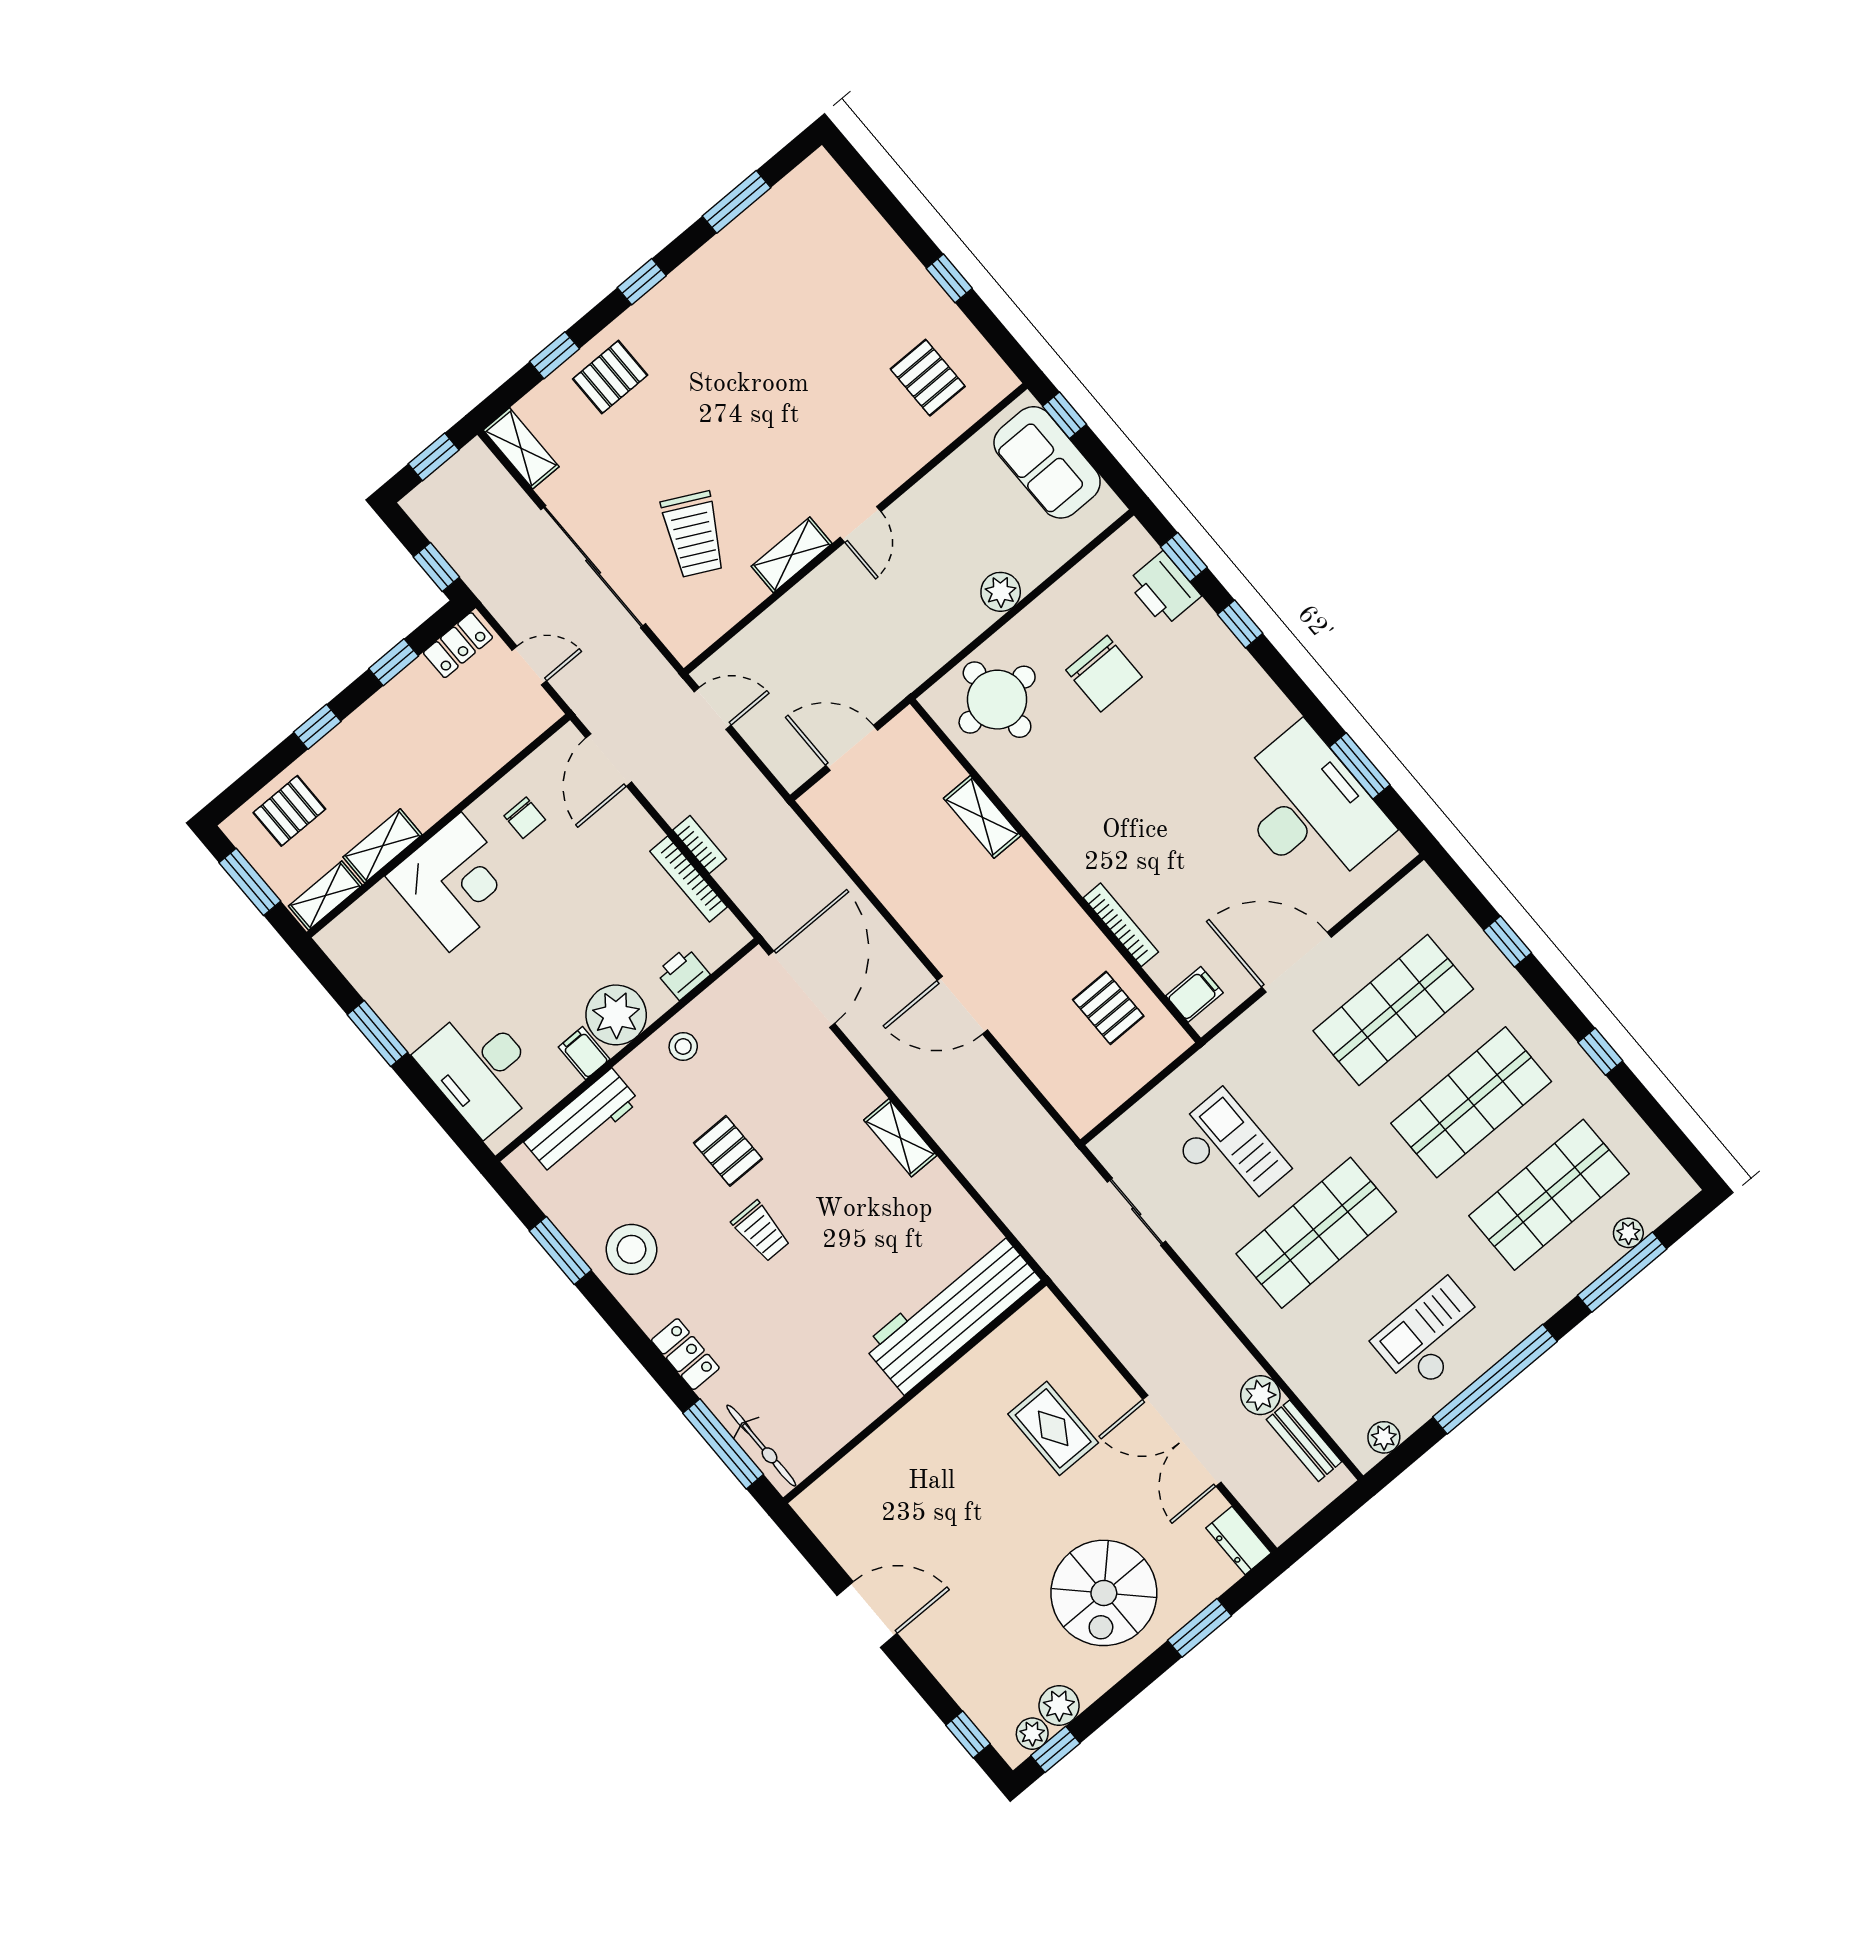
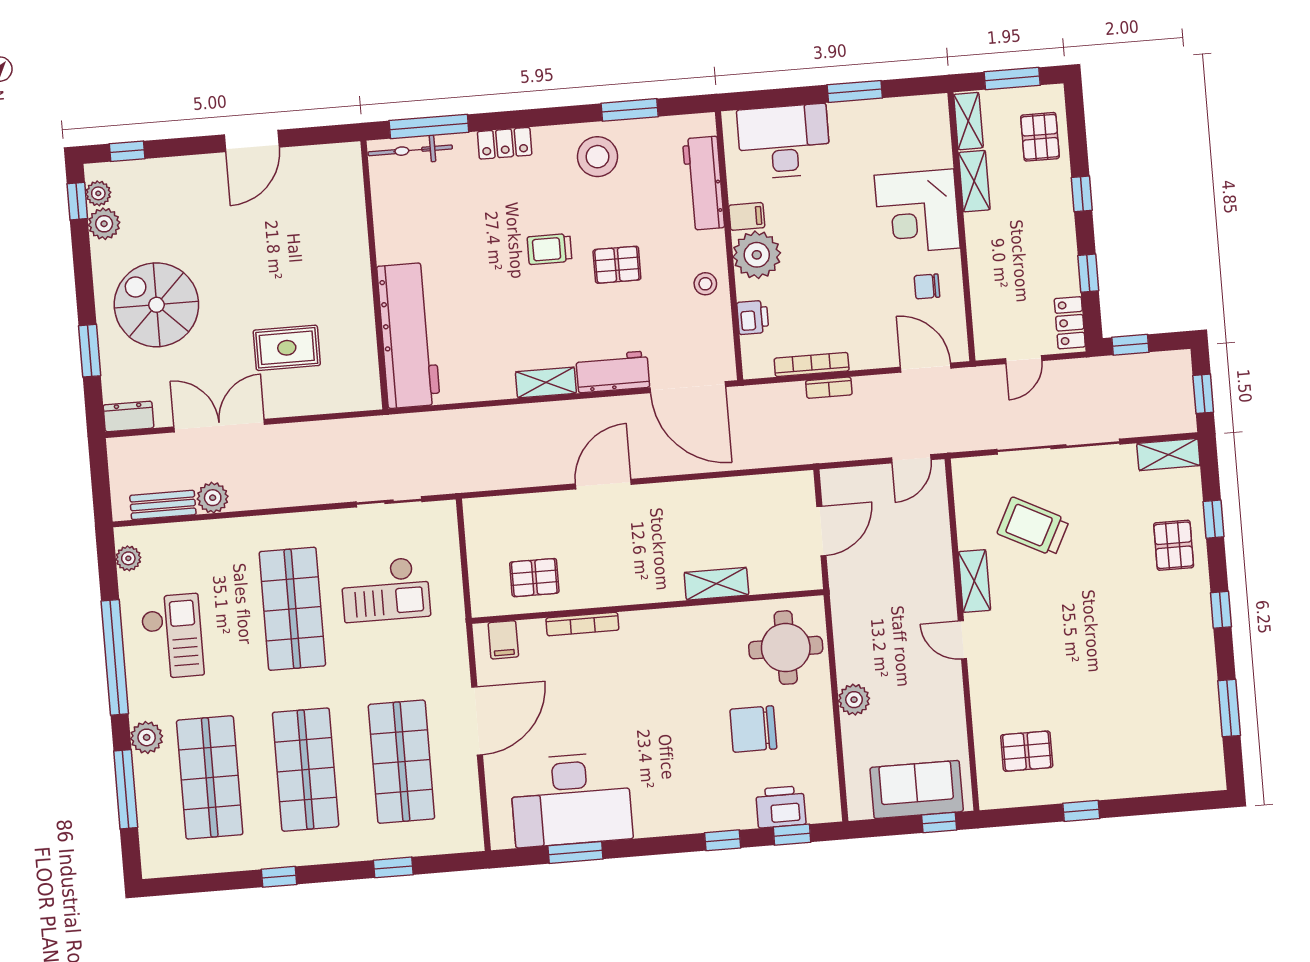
workbench: (841, 1077) -> (613, 372), added
plant: (1628, 1233) -> (147, 737), moved, width x1.38, depth x1.38

